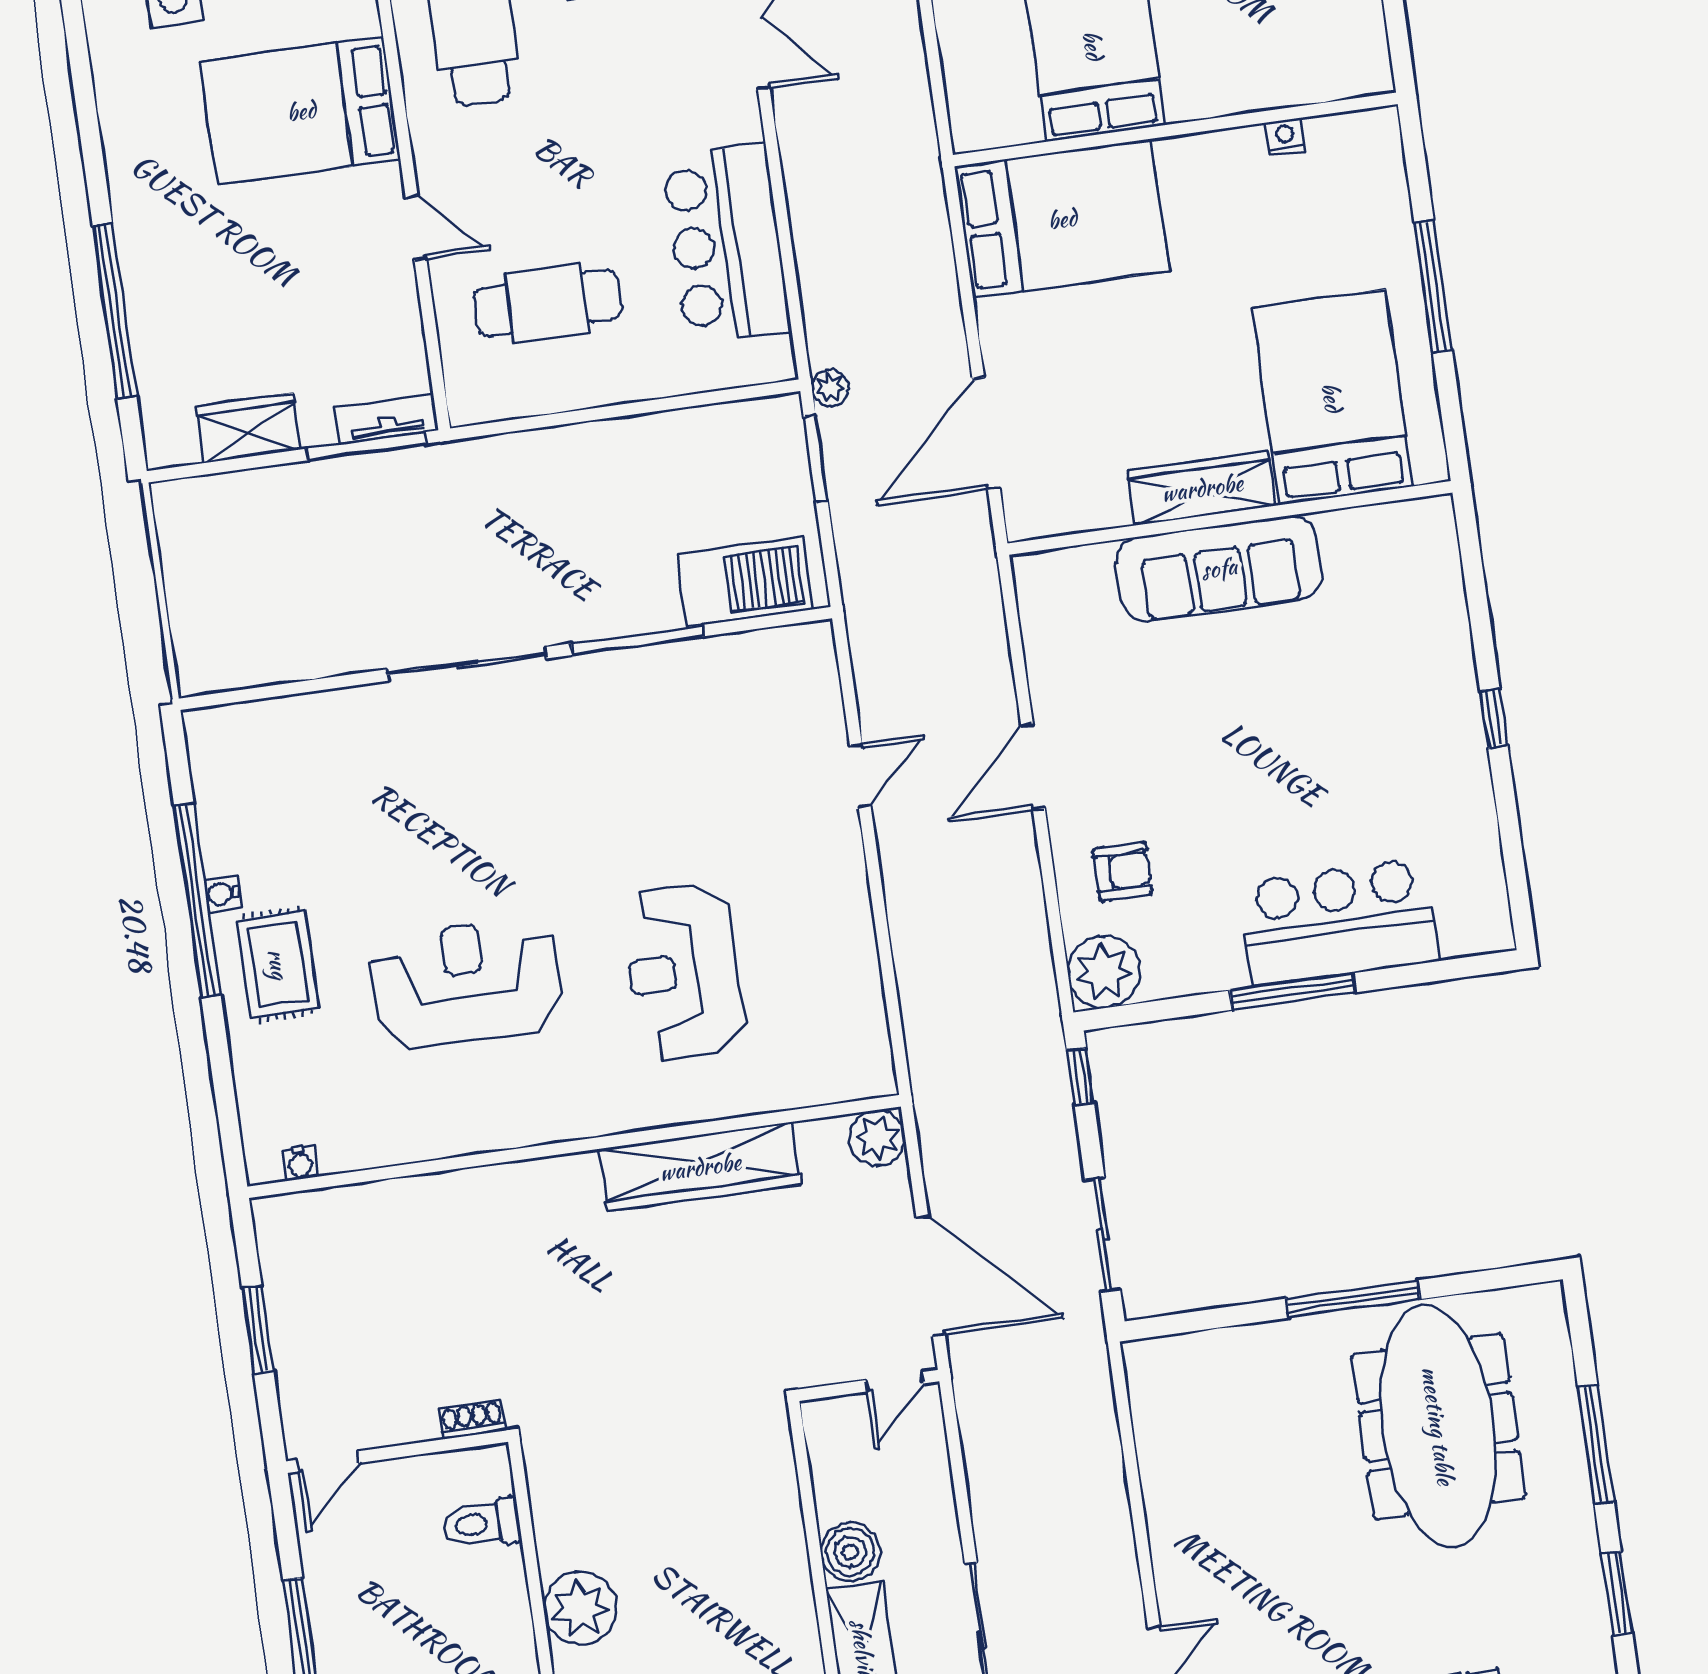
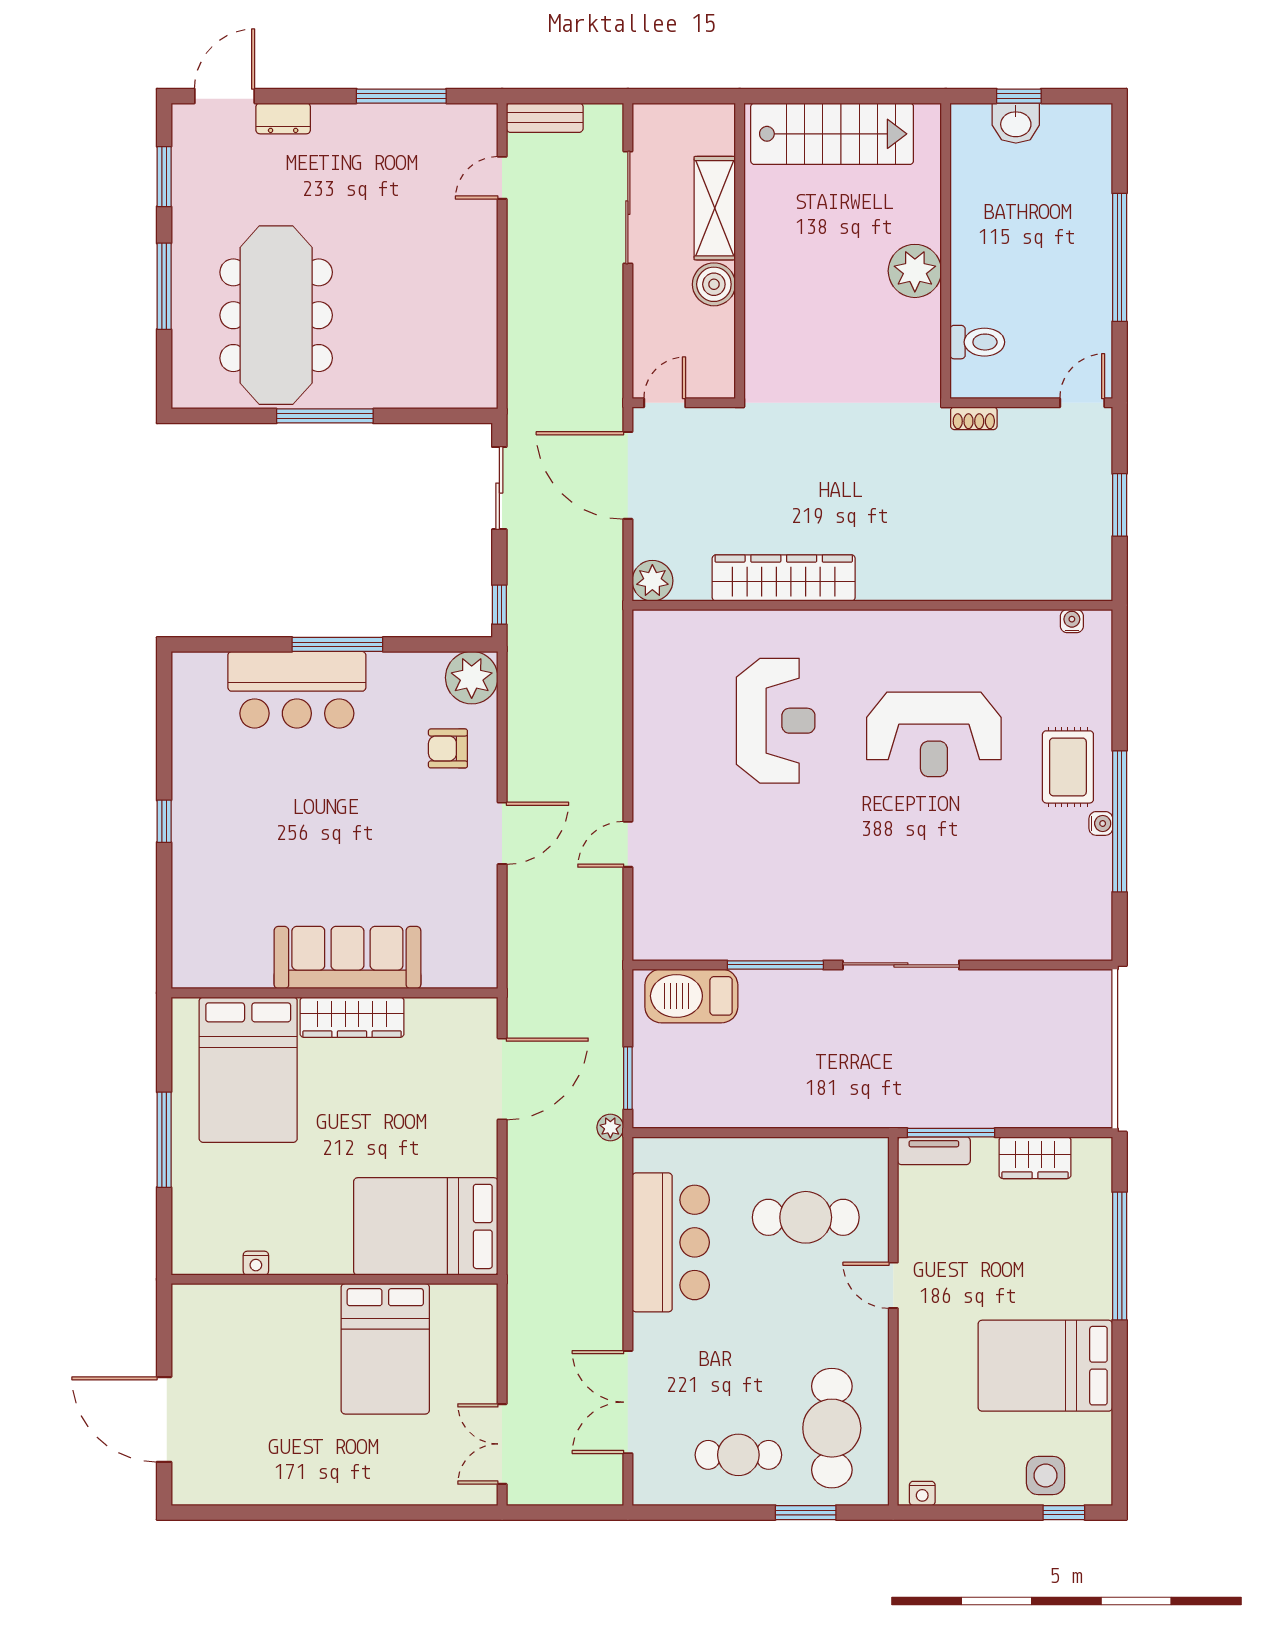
bed: (301, 111) -> (1045, 1366), moved, turned 180

